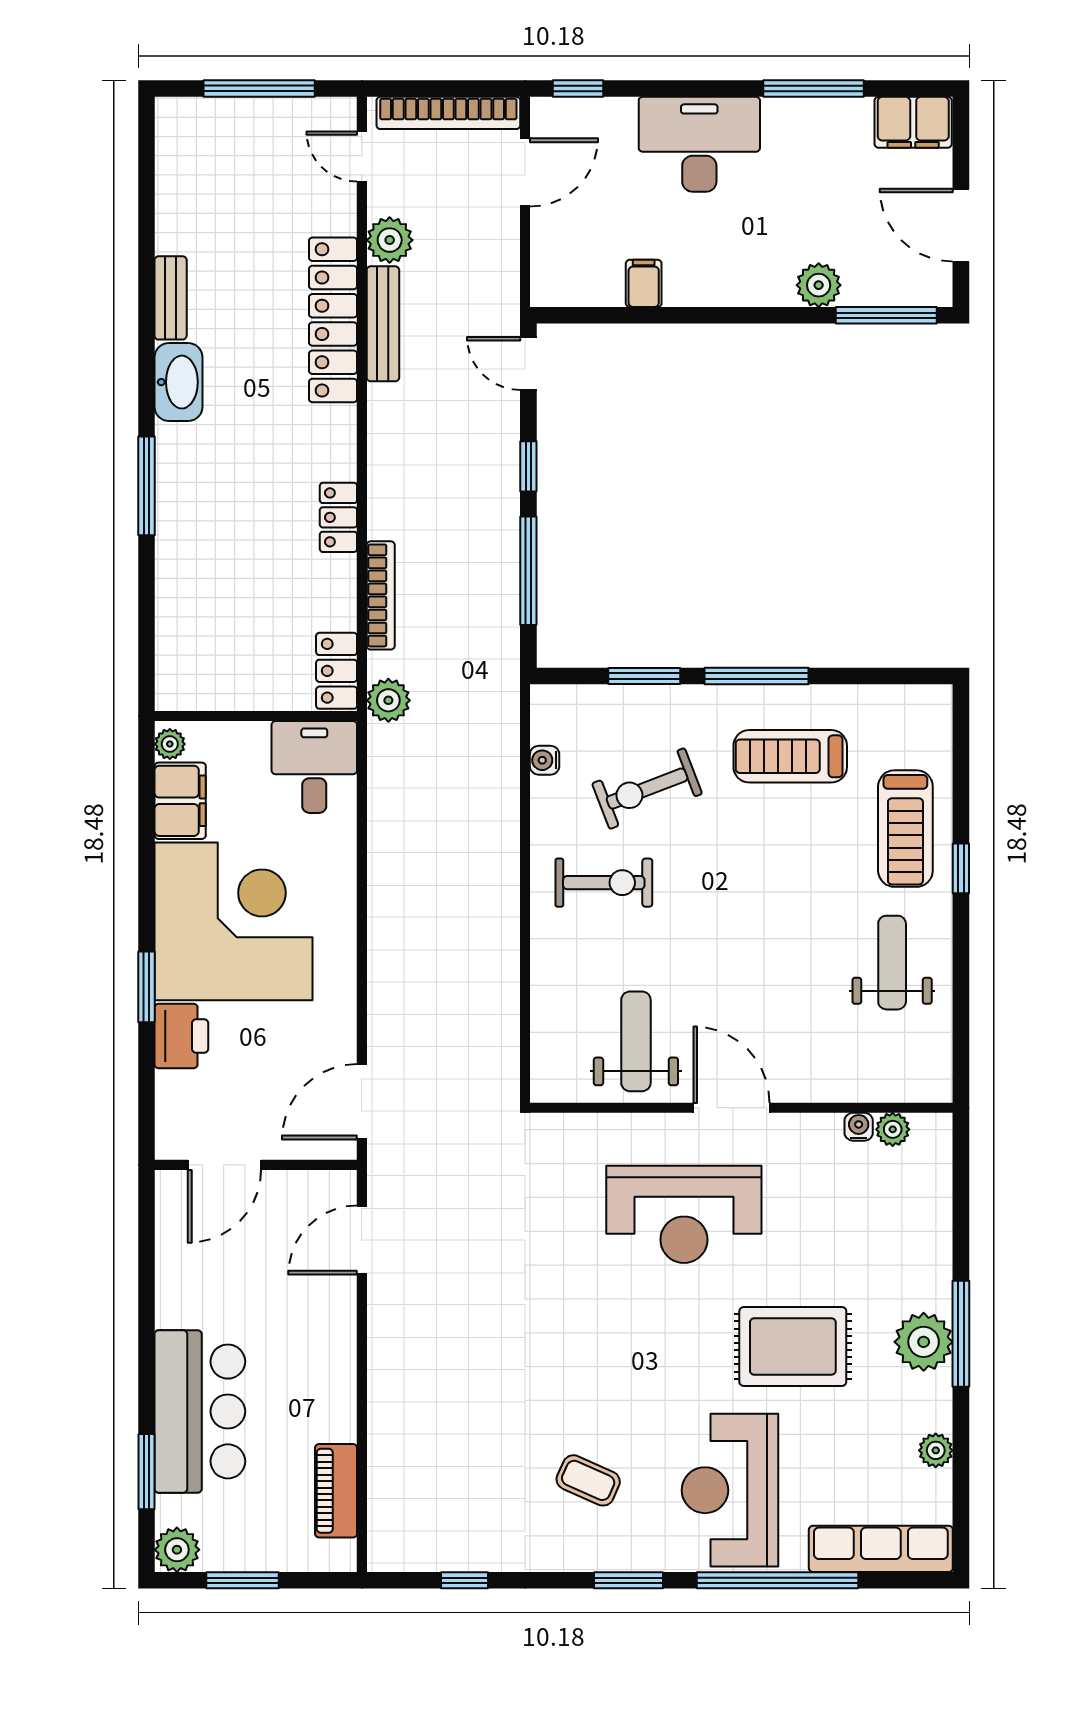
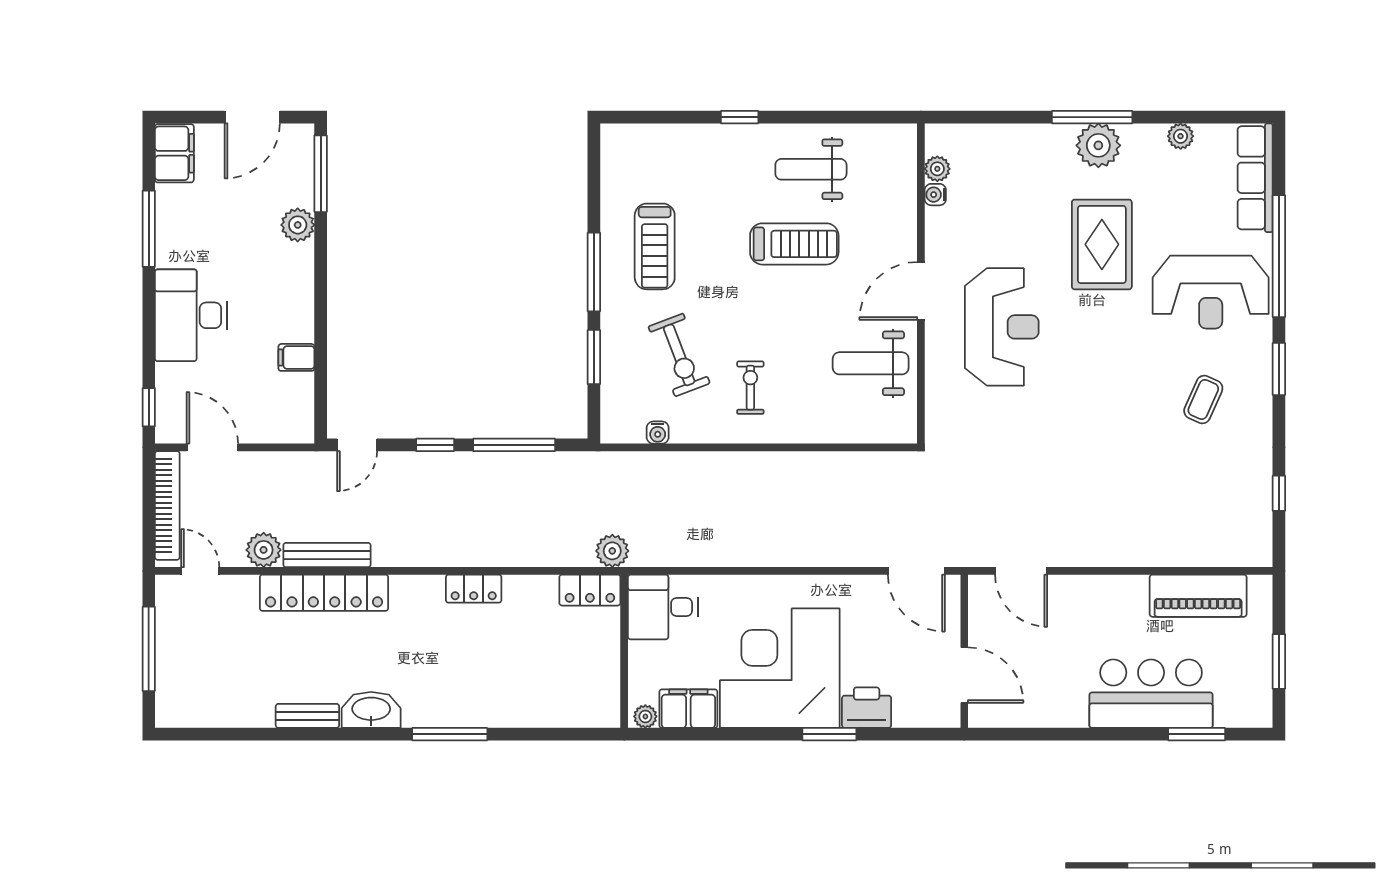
door: (362, 156) -> (200, 571), swing flipped
bookcase: (381, 595) -> (533, 557), removed
treadmill: (905, 829) -> (794, 244), moved
exercise bike: (604, 883) -> (750, 388), width x0.73, depth x0.72
piano: (336, 1491) -> (1198, 596), width x1.37, depth x1.33
plant: (177, 1550) -> (1256, 711), removed

